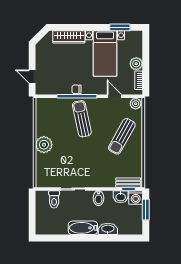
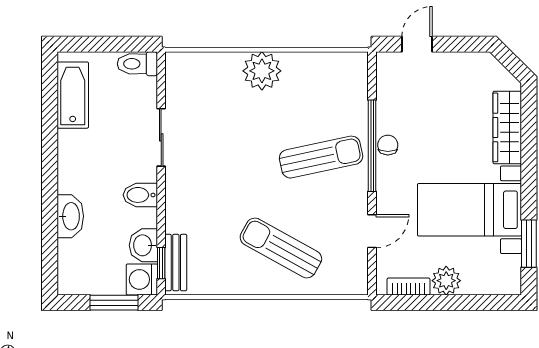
plant: (136, 104) -> (355, 279), removed
toilet: (54, 199) -> (137, 64), moved
bathtub: (83, 228) -> (73, 95), moved

